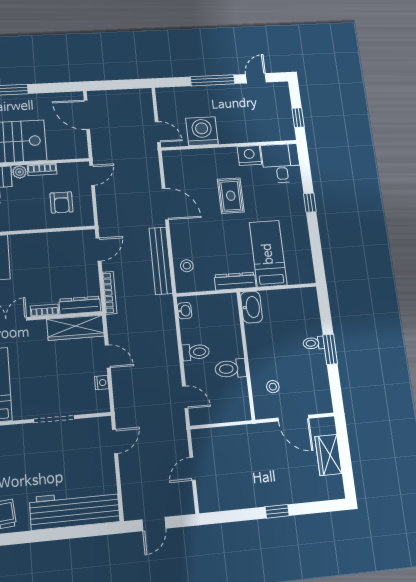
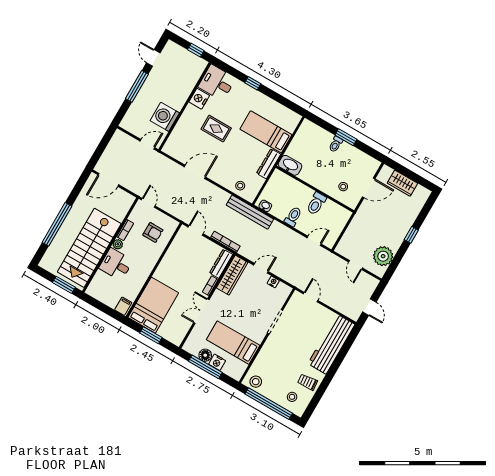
bench: (161, 261) -> (250, 212), moved
plant: (227, 495) -> (383, 256), added

